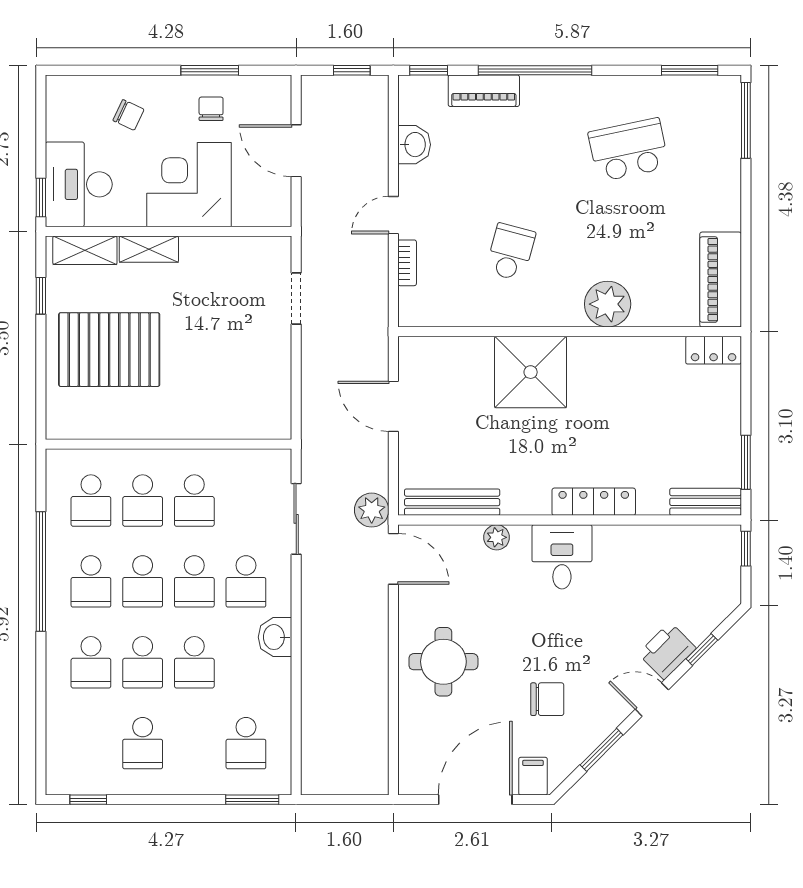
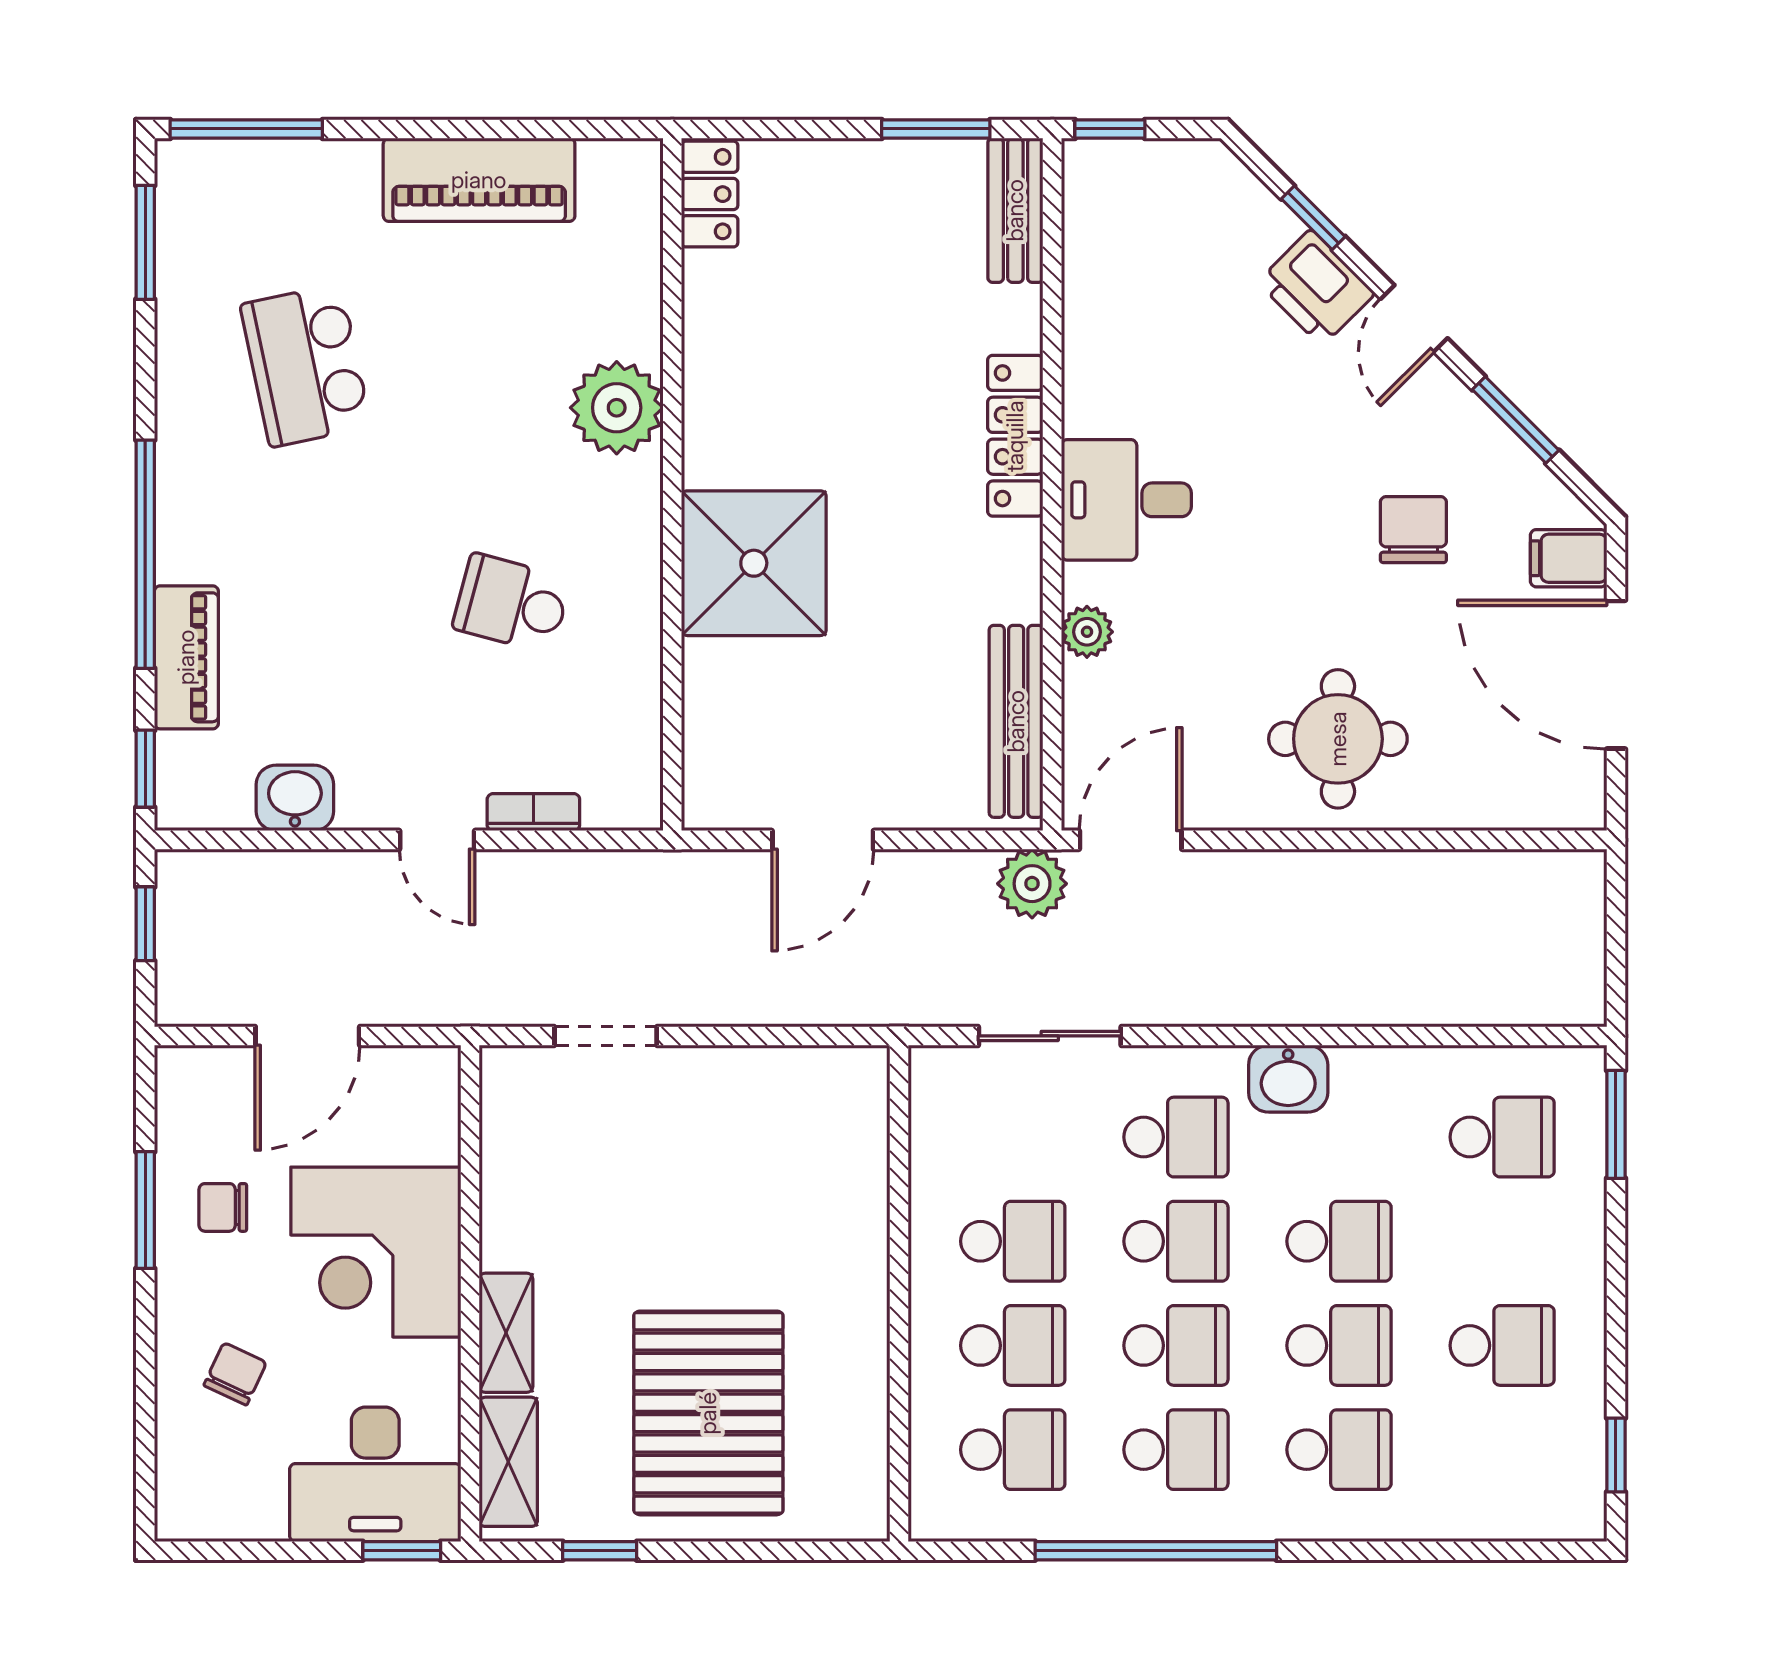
piano: (721, 280) -> (479, 180), moved

